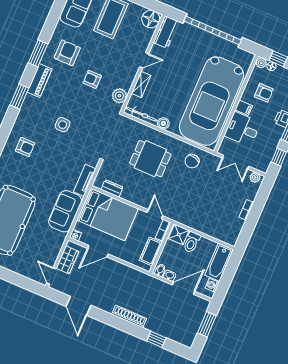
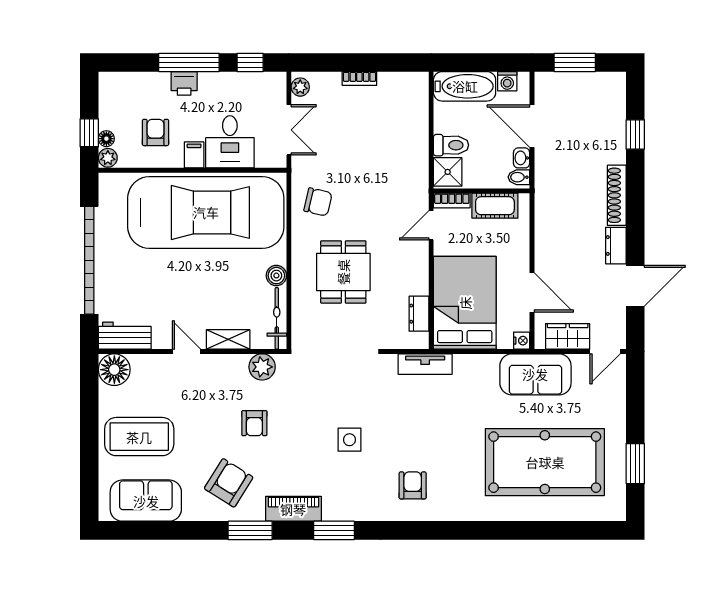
armchair: (67, 53) -> (229, 483), turned 122
sofa: (65, 211) -> (535, 374), moved
dresser: (104, 305) -> (616, 246), added

